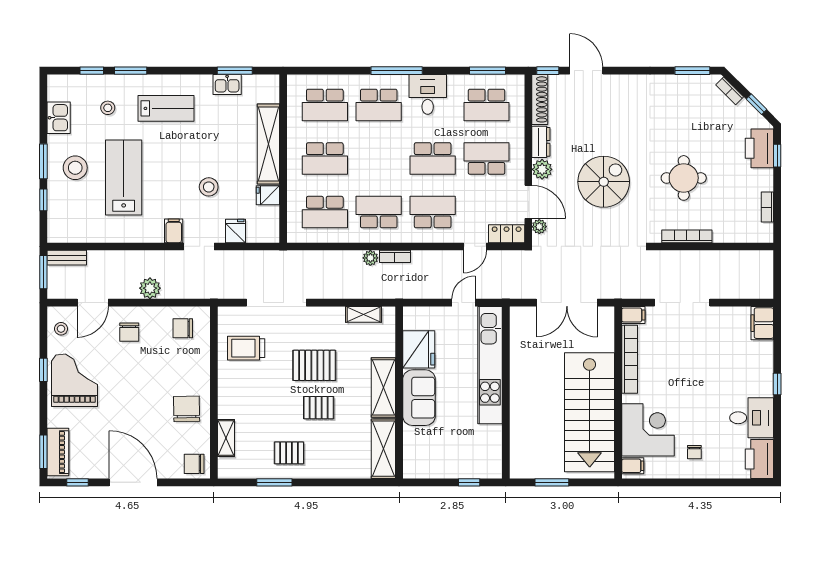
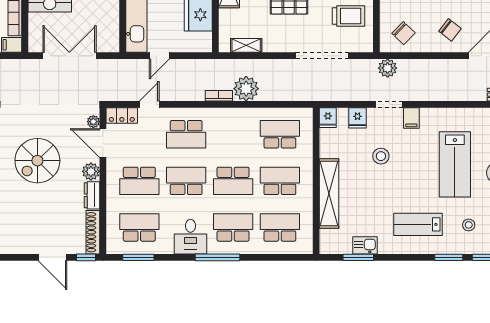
fridge: (268, 195) -> (328, 118), moved, turned 90
school desk: (379, 212) -> (233, 181), moved
plant: (370, 258) -> (246, 89), width x1.87, depth x1.87
plant: (150, 288) -> (388, 68), moved
chair: (183, 328) -> (403, 33), turned 44
chair: (129, 332) -> (450, 30), turned 128

